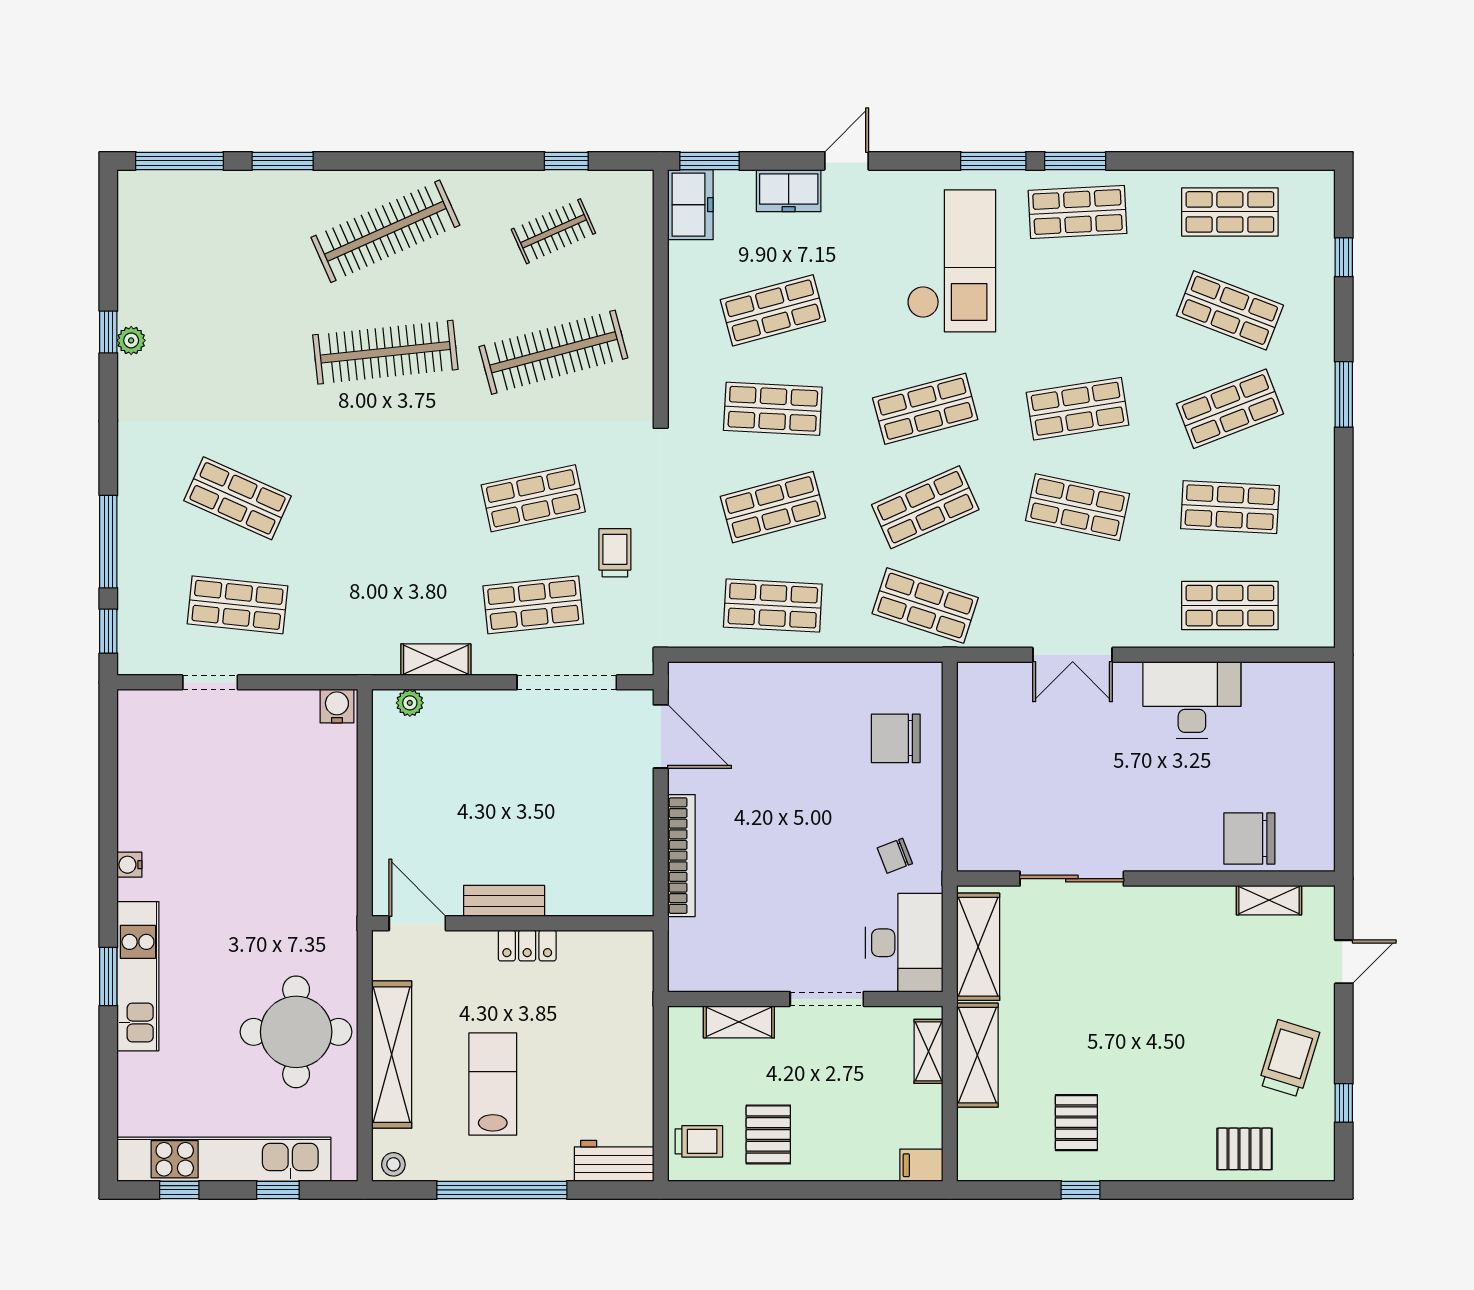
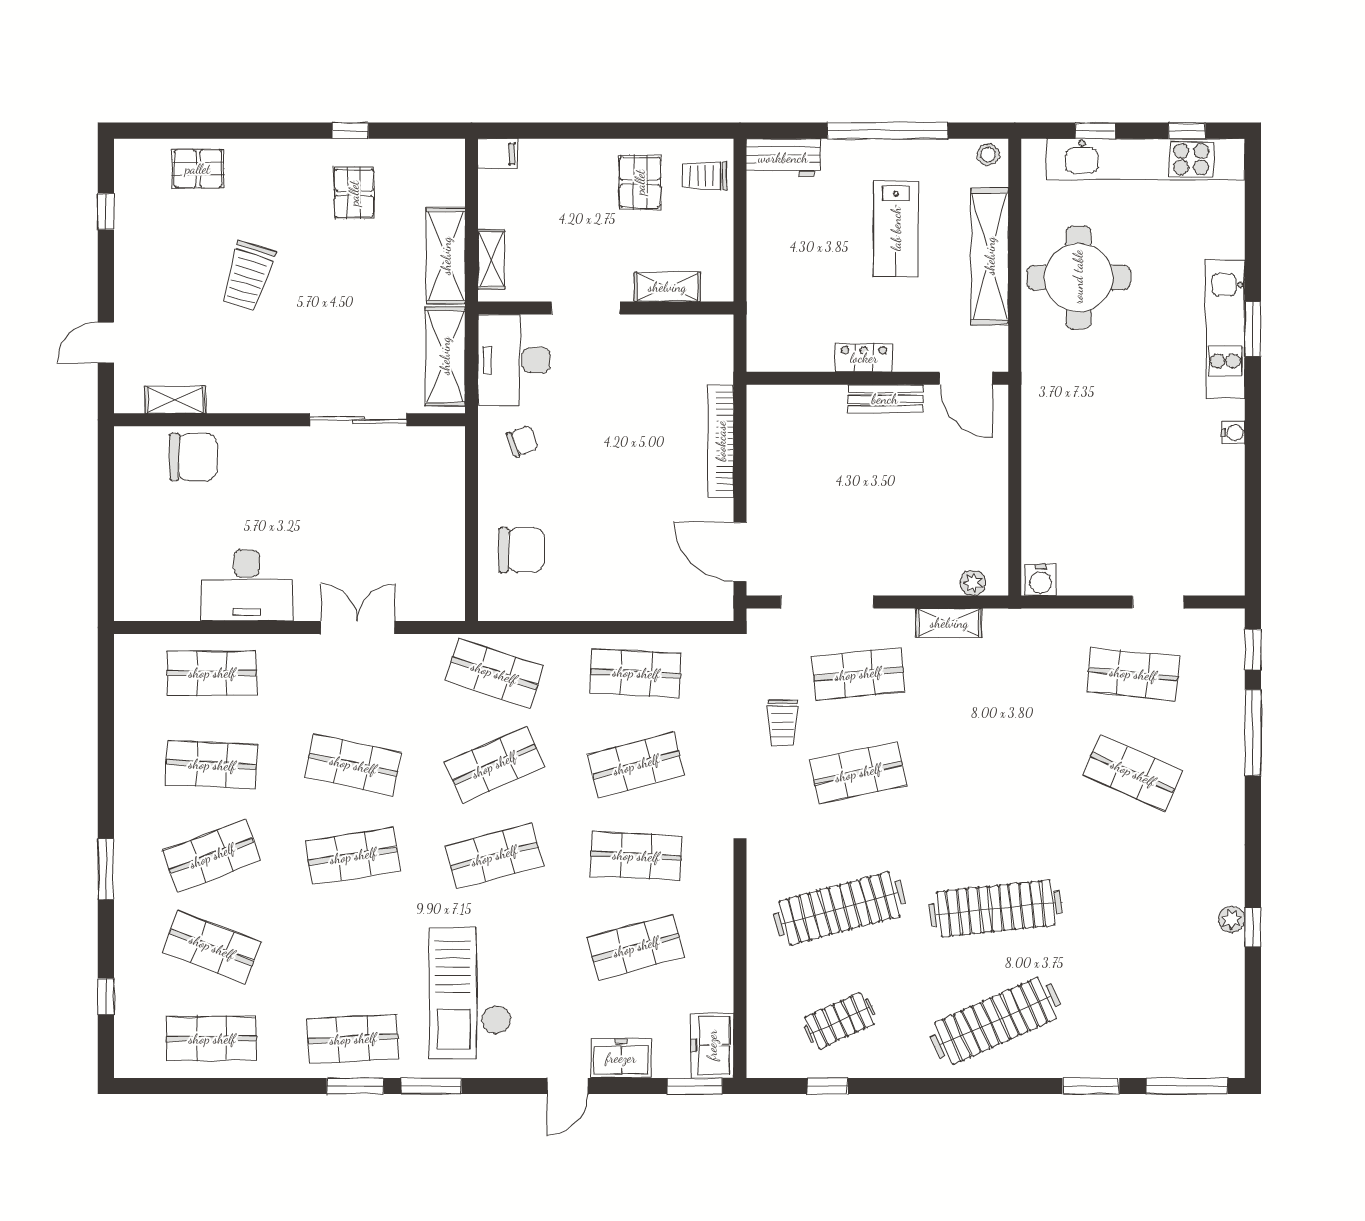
trolley: (1289, 1058) -> (248, 276), moved

